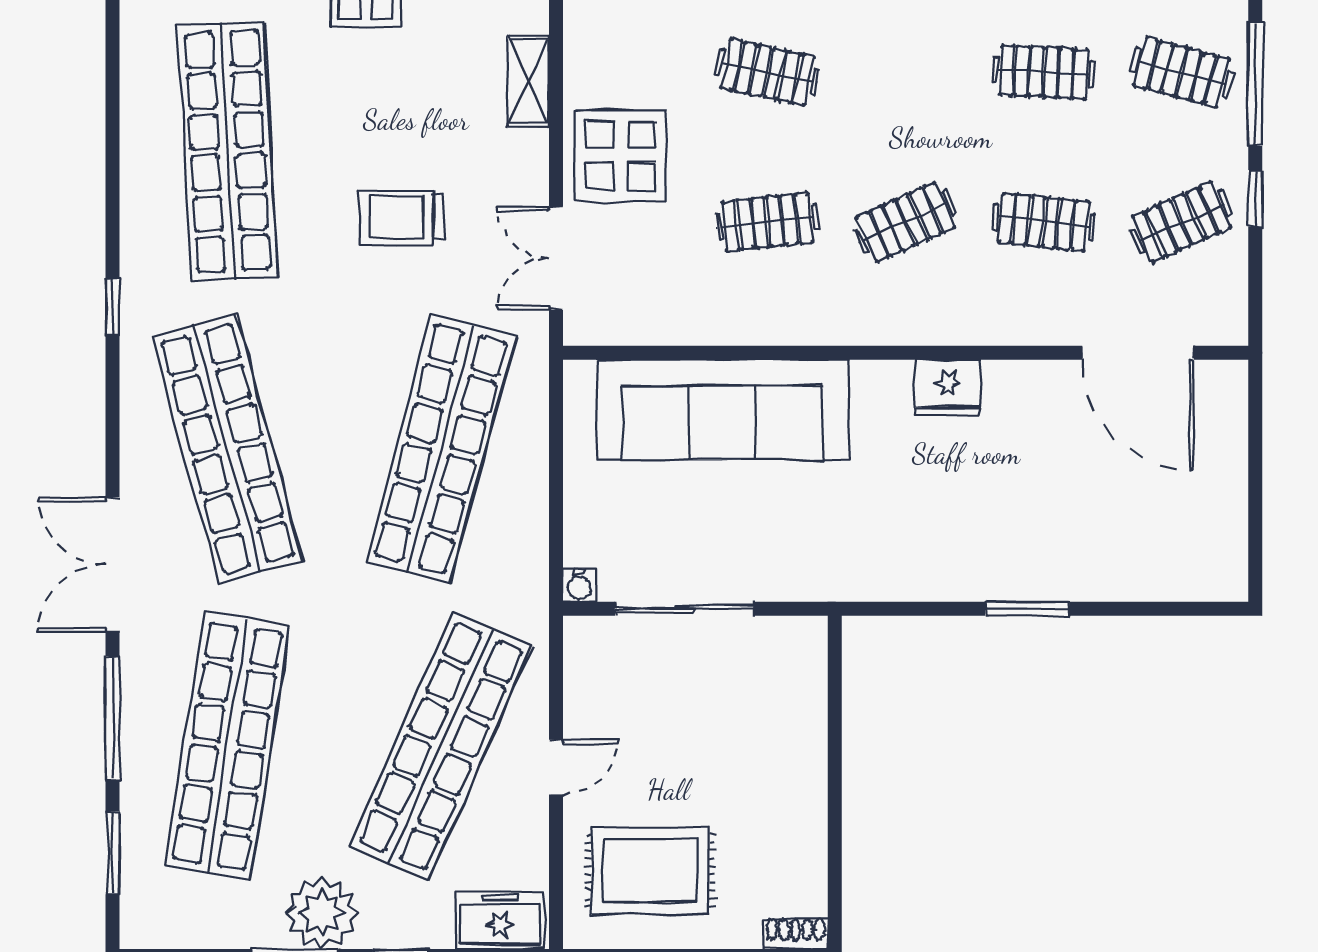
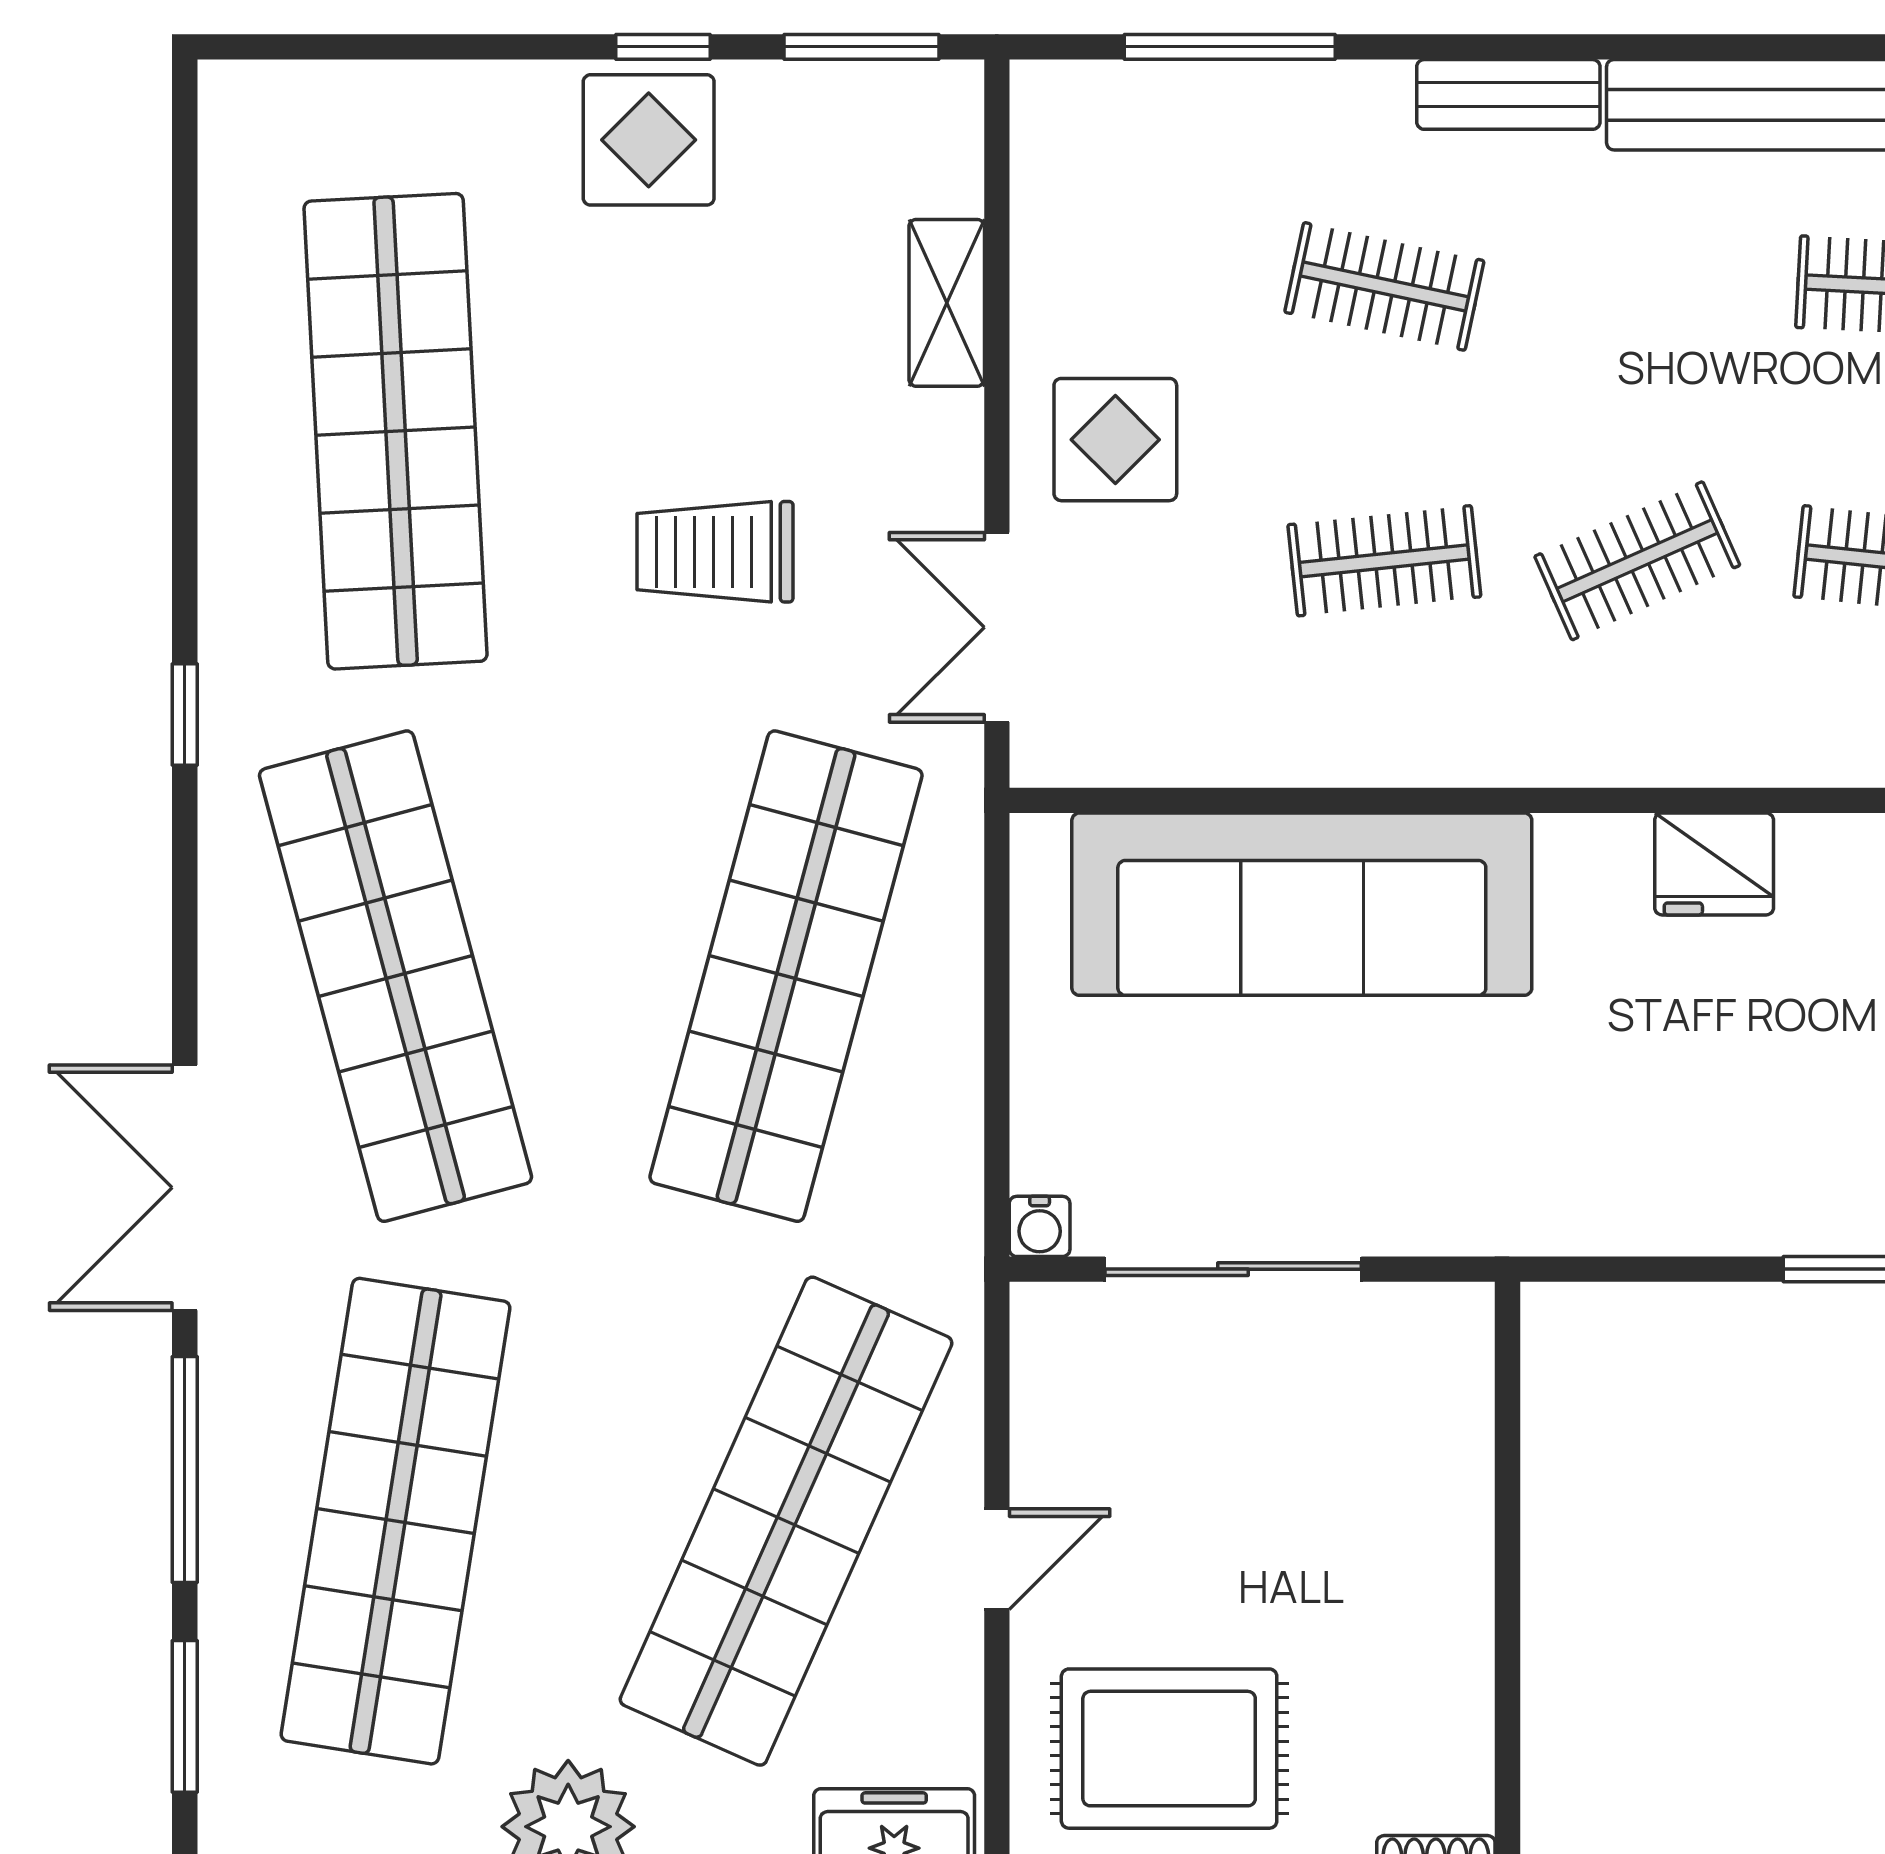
display table: (621, 156) -> (1115, 440), width x0.73, depth x0.73

